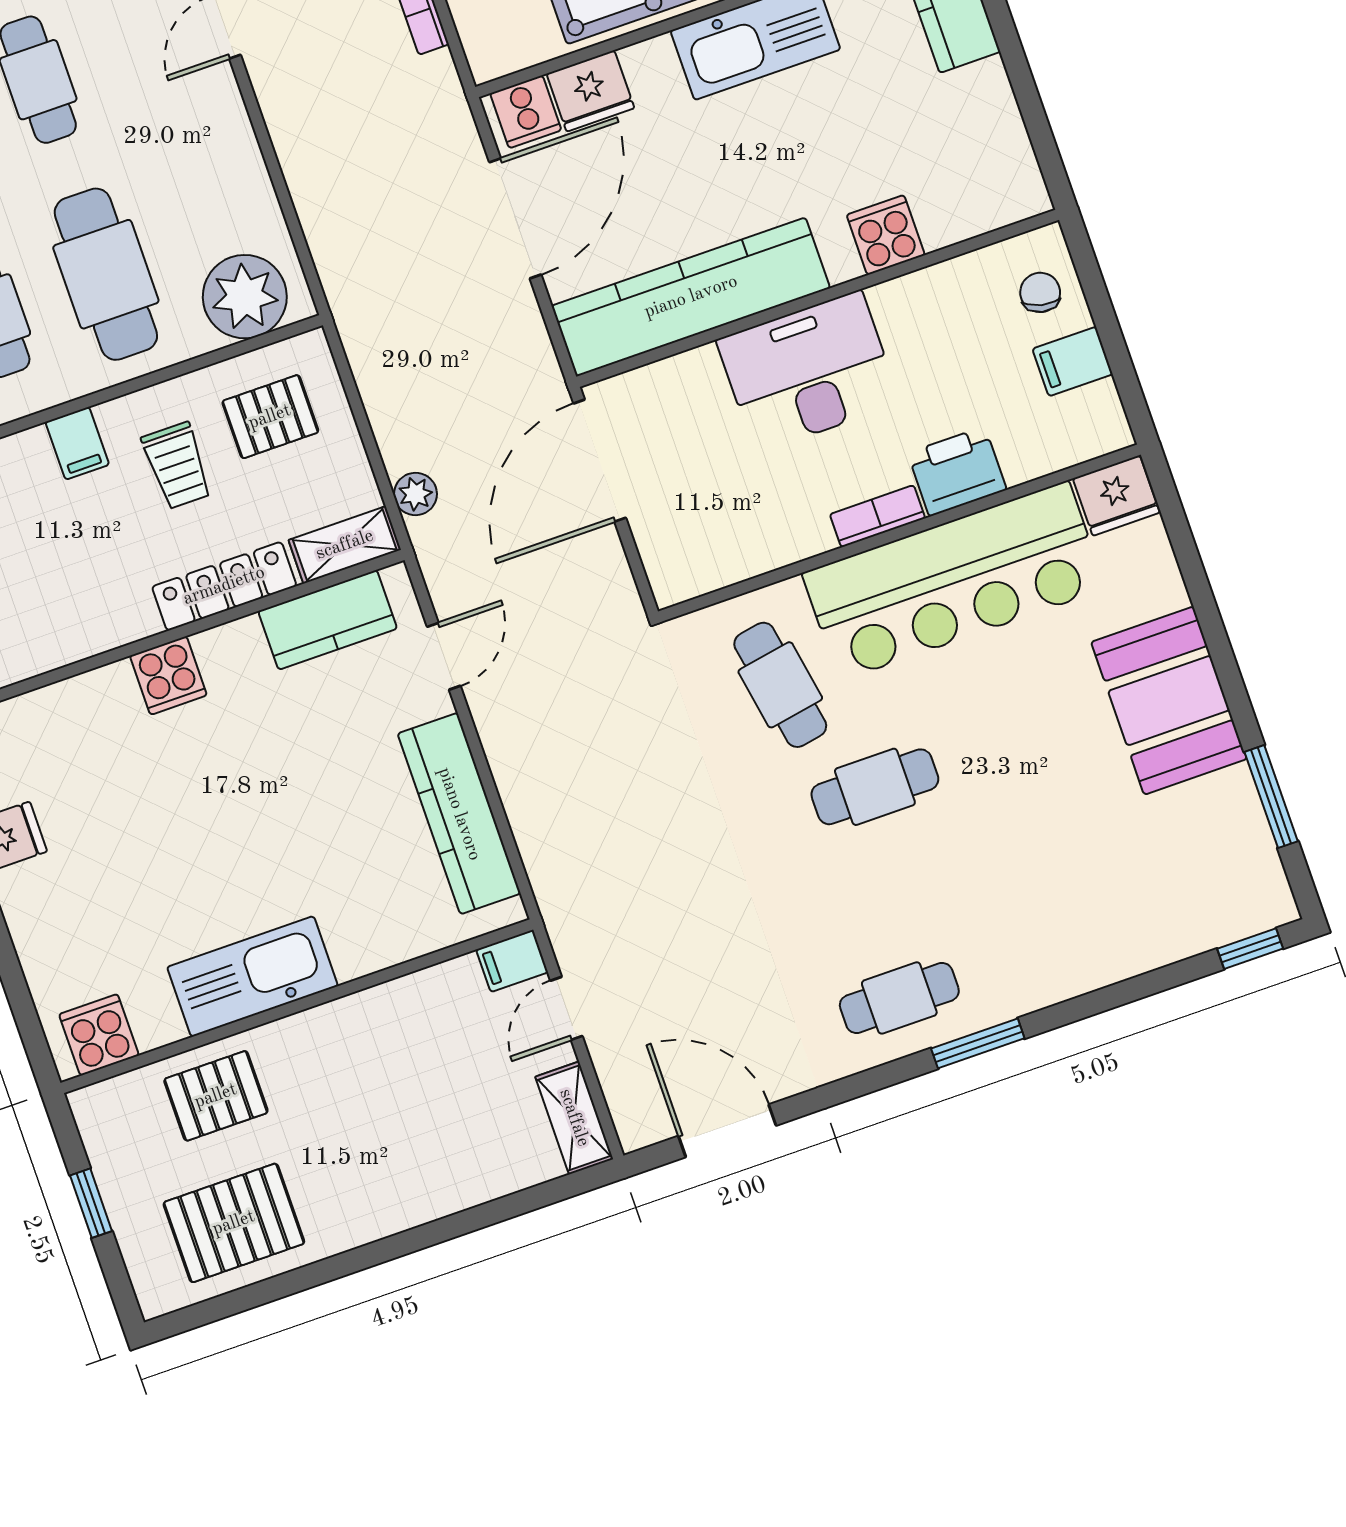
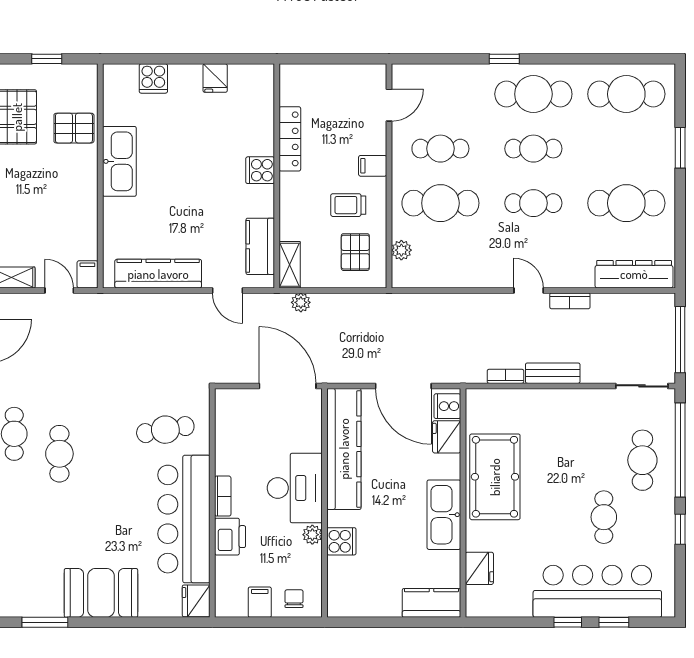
chair: (1040, 292) -> (294, 599), turned -103
plant: (245, 297) -> (401, 250), width x0.53, depth x0.53
plant: (893, 301) -> (312, 535), added
locker: (224, 586) -> (290, 139), moved
cafe table: (875, 787) -> (59, 454), moved
cooker: (99, 1035) -> (153, 78), moved, turned 90
pallet: (216, 1096) -> (74, 128), turned 90

